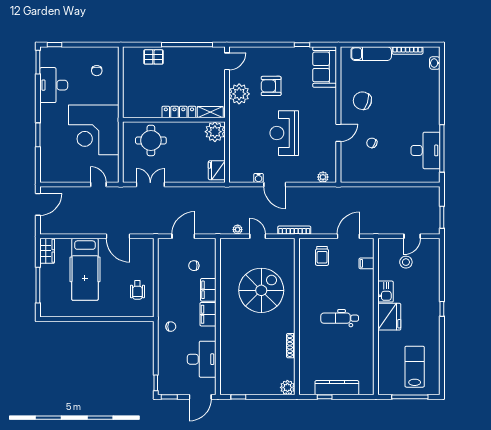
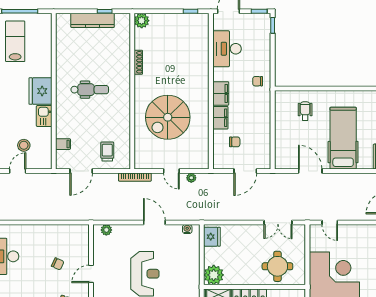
water cooler: (259, 178) -> (187, 229), moved
wheelchair: (137, 290) -> (305, 111), moved
lab bench: (415, 367) -> (15, 41), turned 180

